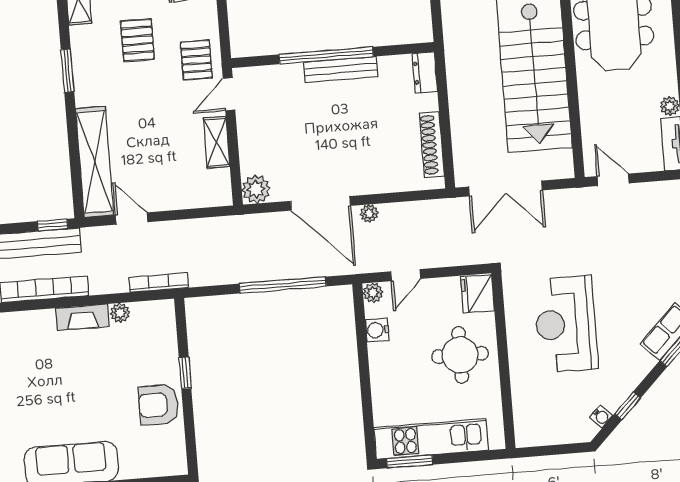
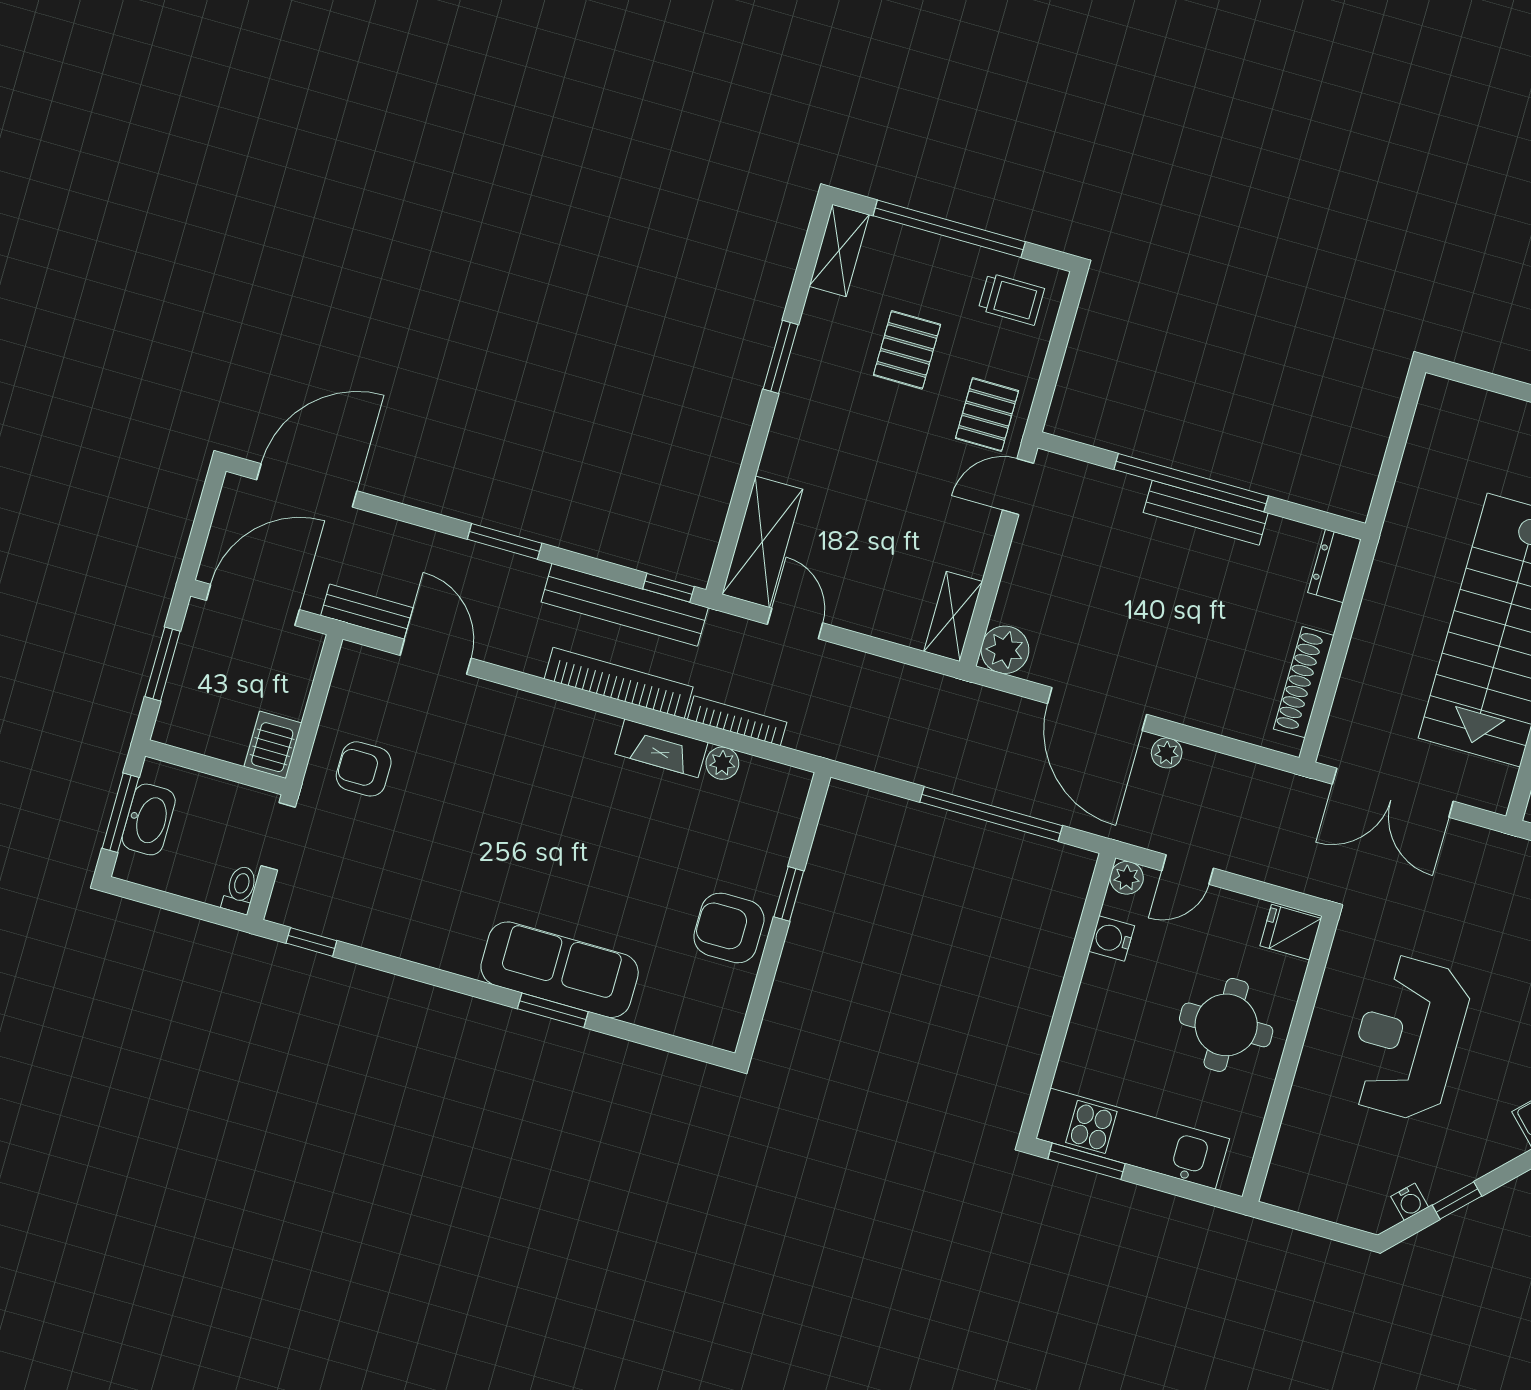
shelving: (217, 142) -> (953, 616), moved
shelving: (95, 162) -> (762, 542), width x0.68
bookcase: (159, 283) -> (737, 721), moved
fridge: (478, 294) -> (1291, 932), width x0.72

